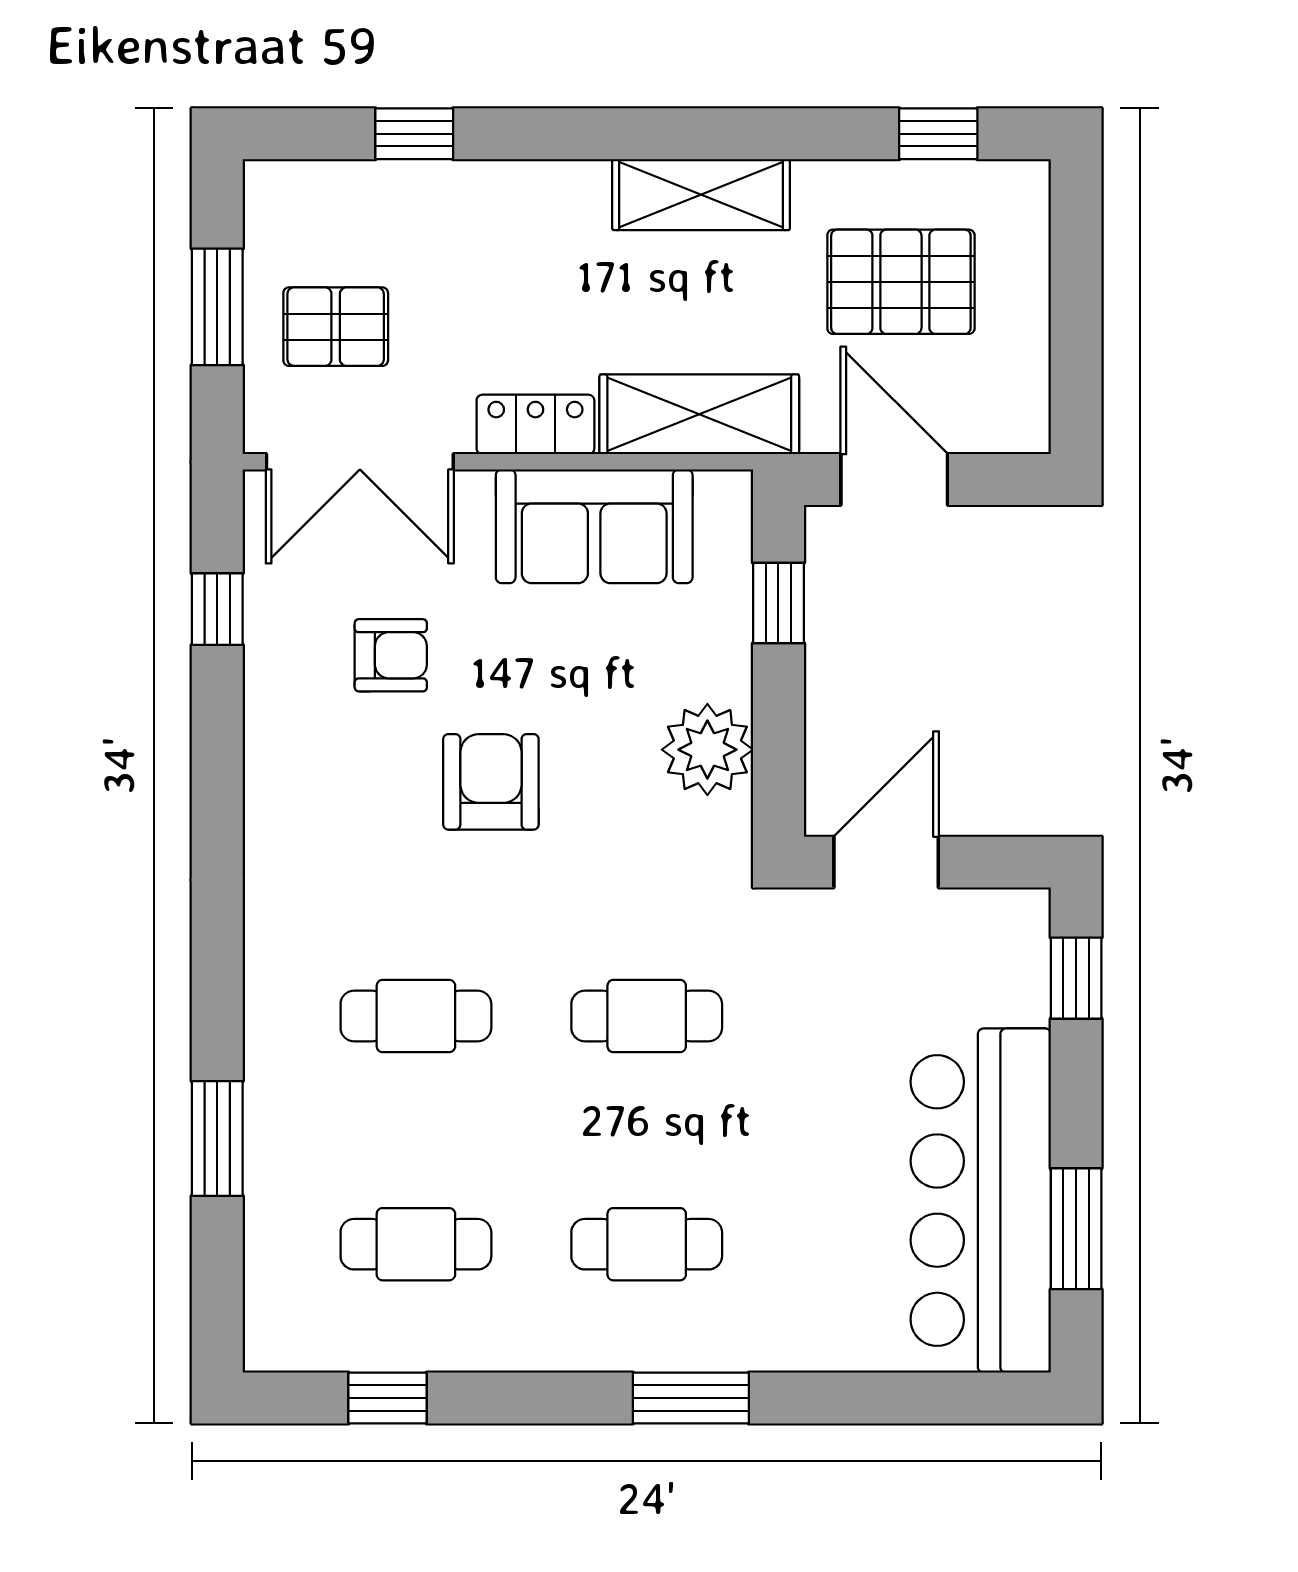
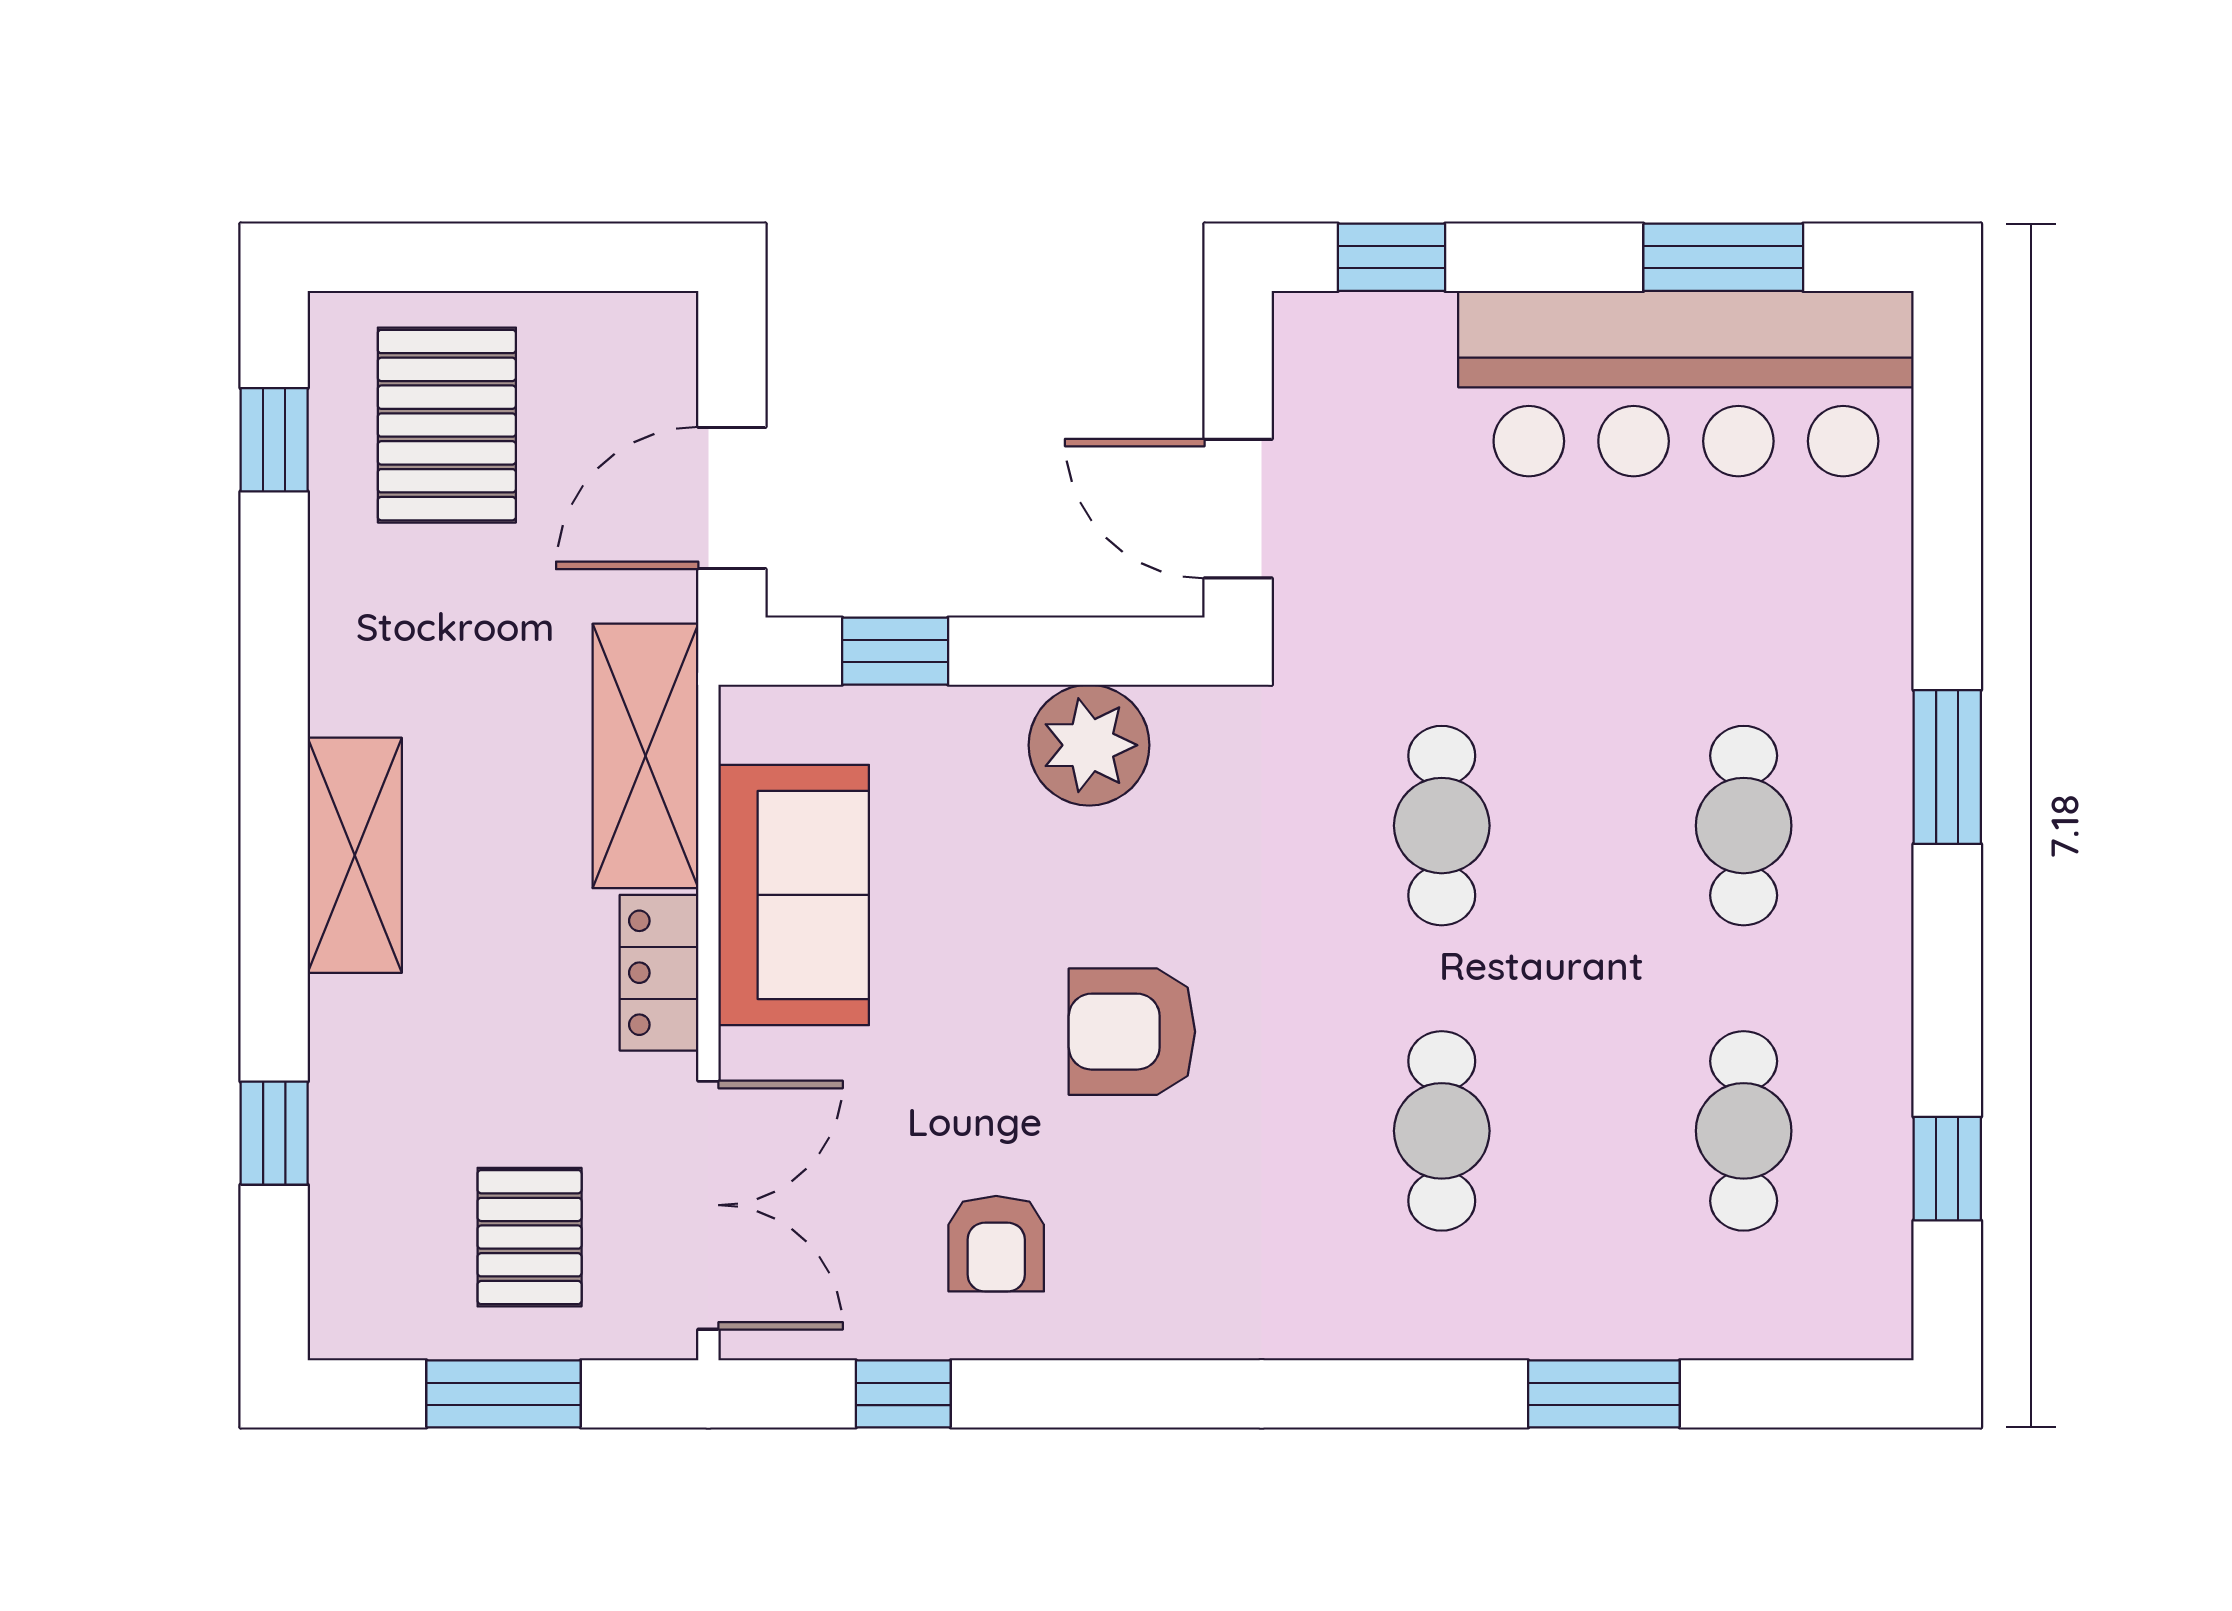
shelving: (701, 195) -> (355, 855), moved
pallet: (901, 282) -> (447, 425), moved
armchair: (391, 655) -> (996, 1244), moved, turned 180

